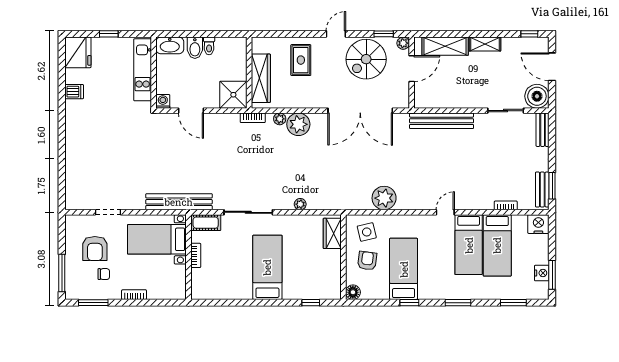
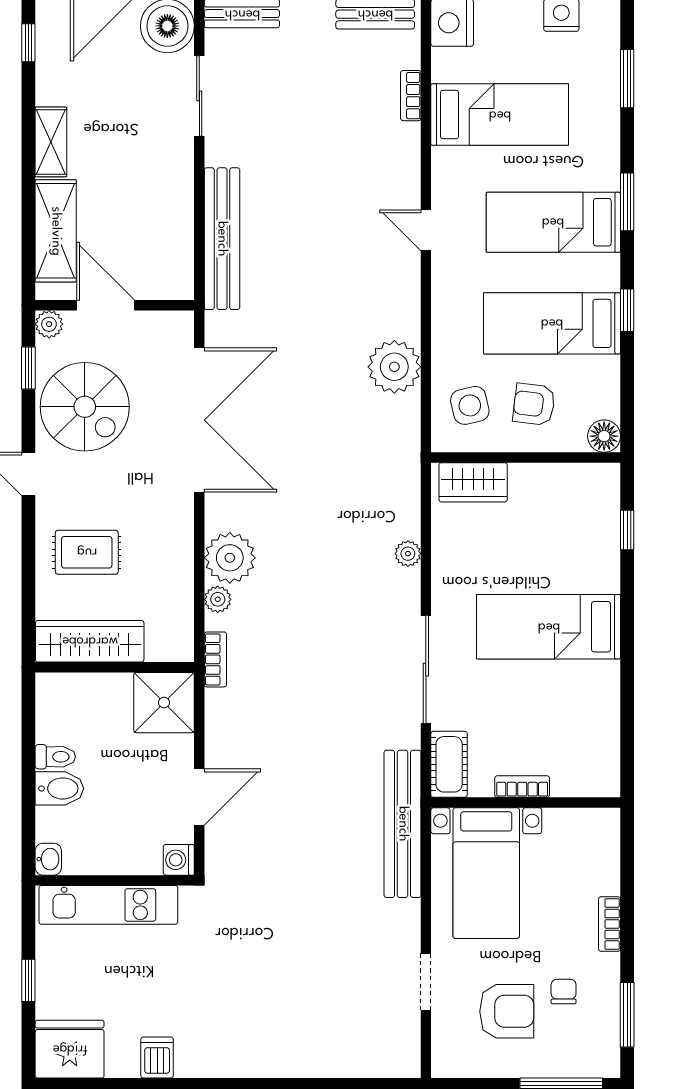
washbasin: (170, 45) -> (48, 859), width x0.52, depth x0.69
wardrobe: (261, 78) -> (90, 641), moved
bed: (469, 245) -> (553, 222), moved, turned 180

